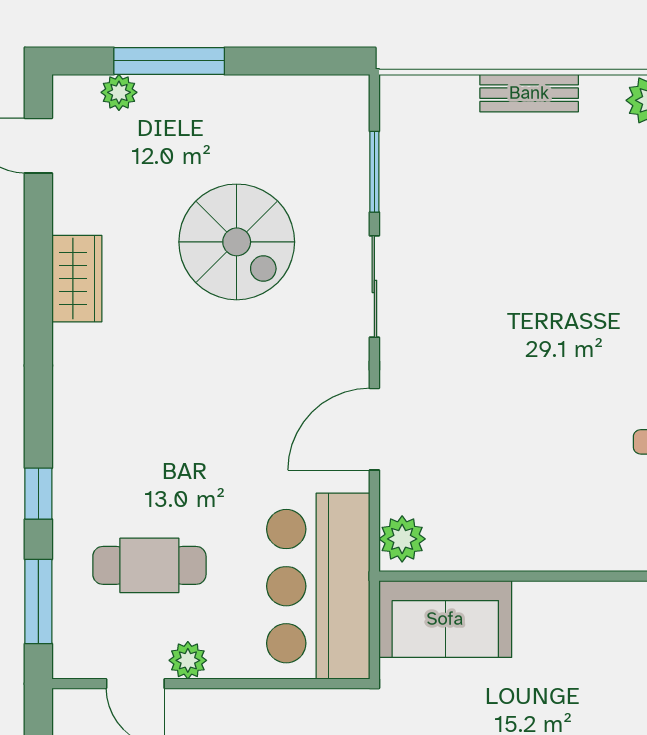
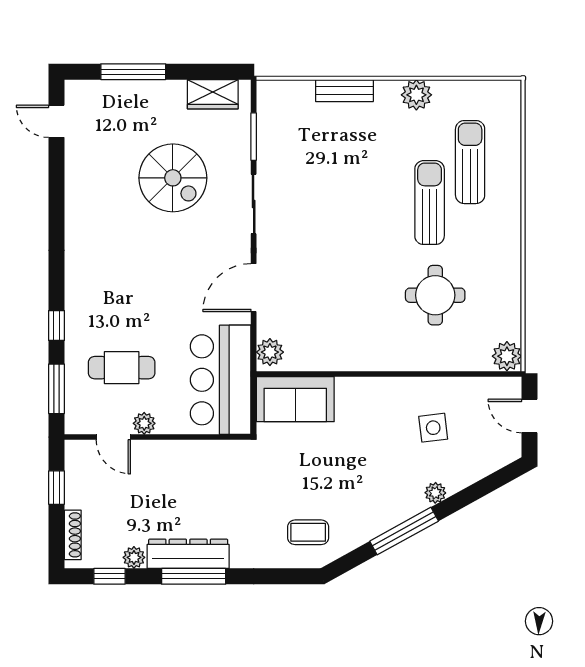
plant: (119, 92) -> (104, 90), removed
wardrobe: (77, 279) -> (213, 94), moved, turned 90

